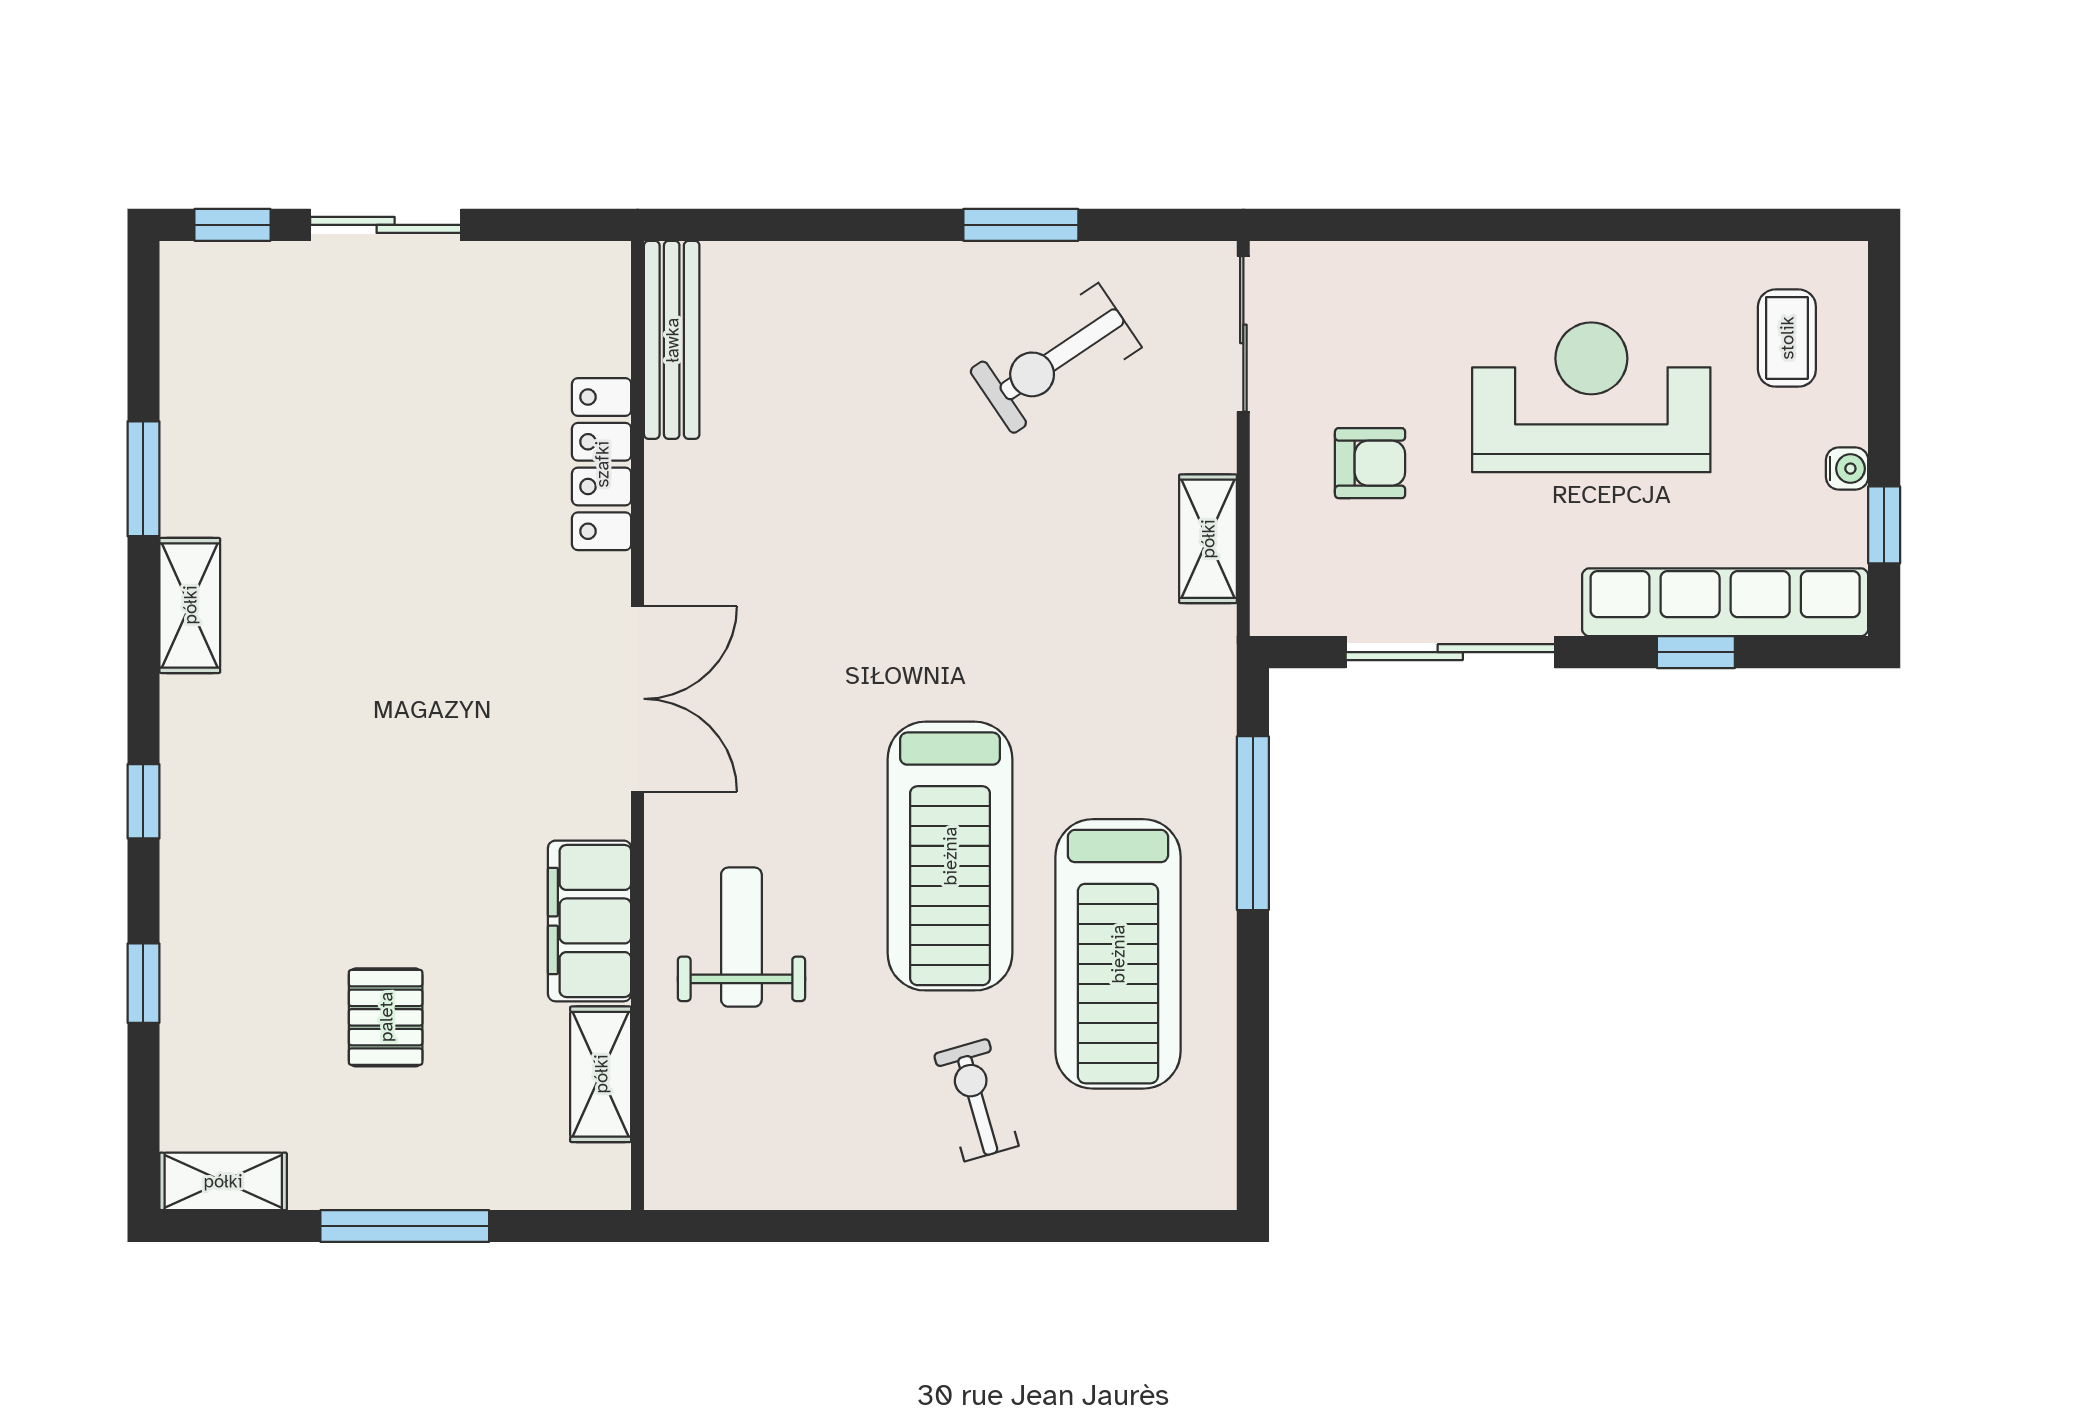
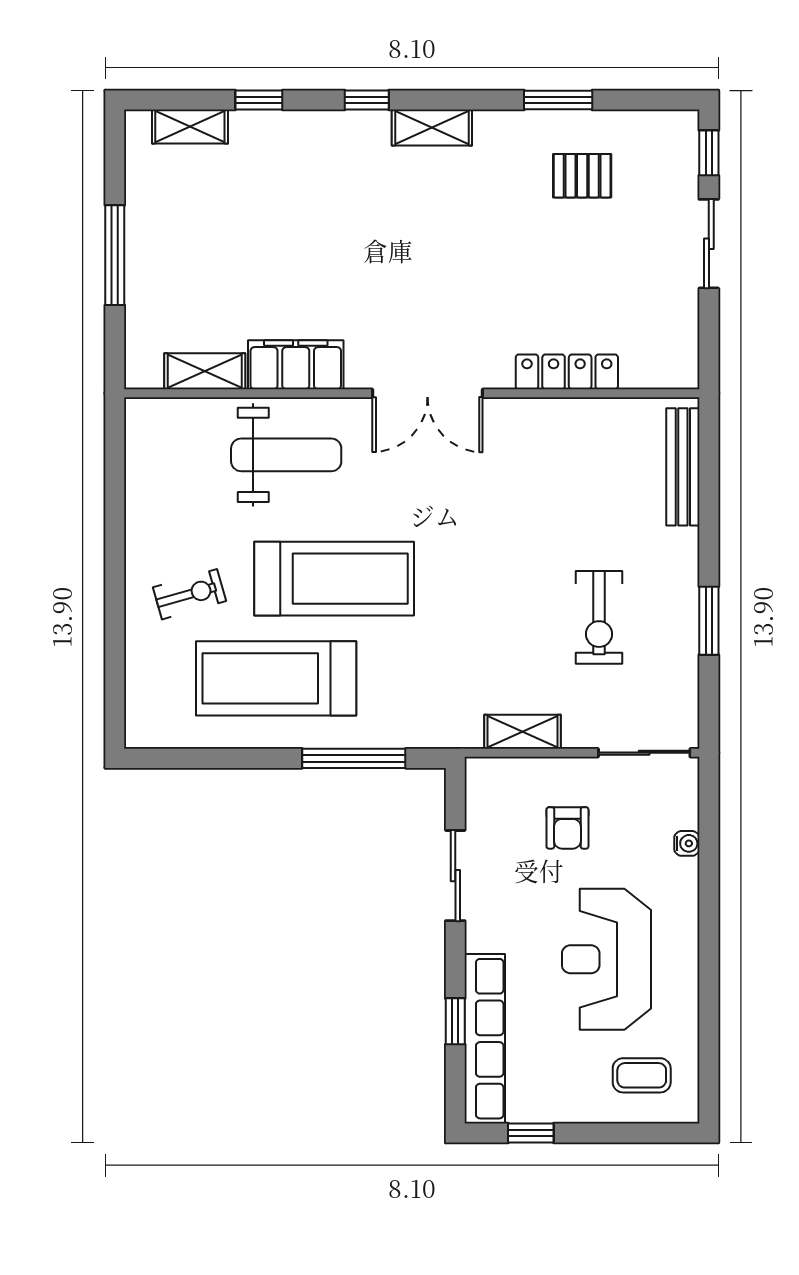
bench: (672, 340) -> (683, 467), moved, turned 90
exercise bike: (1055, 359) -> (599, 617), moved, turned -146
reception desk: (1591, 397) -> (606, 959), turned 180
water cooler: (1847, 469) -> (687, 843), moved, turned -90
shelving: (190, 605) -> (432, 128), moved
sliding door: (1450, 652) -> (455, 876), width x0.73
treadmill: (950, 856) -> (334, 579), turned 180
weight bench: (741, 937) -> (286, 455), width x1.36, depth x1.33
pallet: (386, 1017) -> (582, 176), moved
shelving: (223, 1181) -> (190, 127), moved, turned 90

